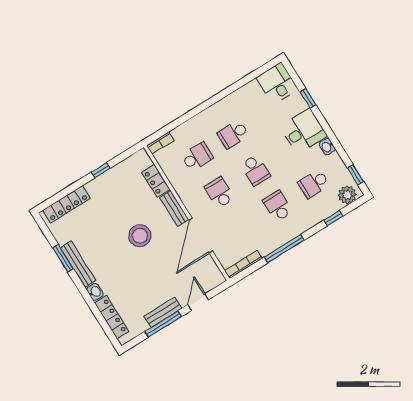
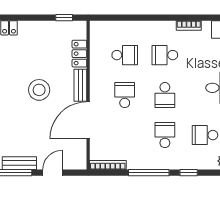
bookcase: (160, 143) -> (189, 25), moved
window: (101, 170) -> (64, 18), moved
window: (333, 218) -> (189, 173), moved

